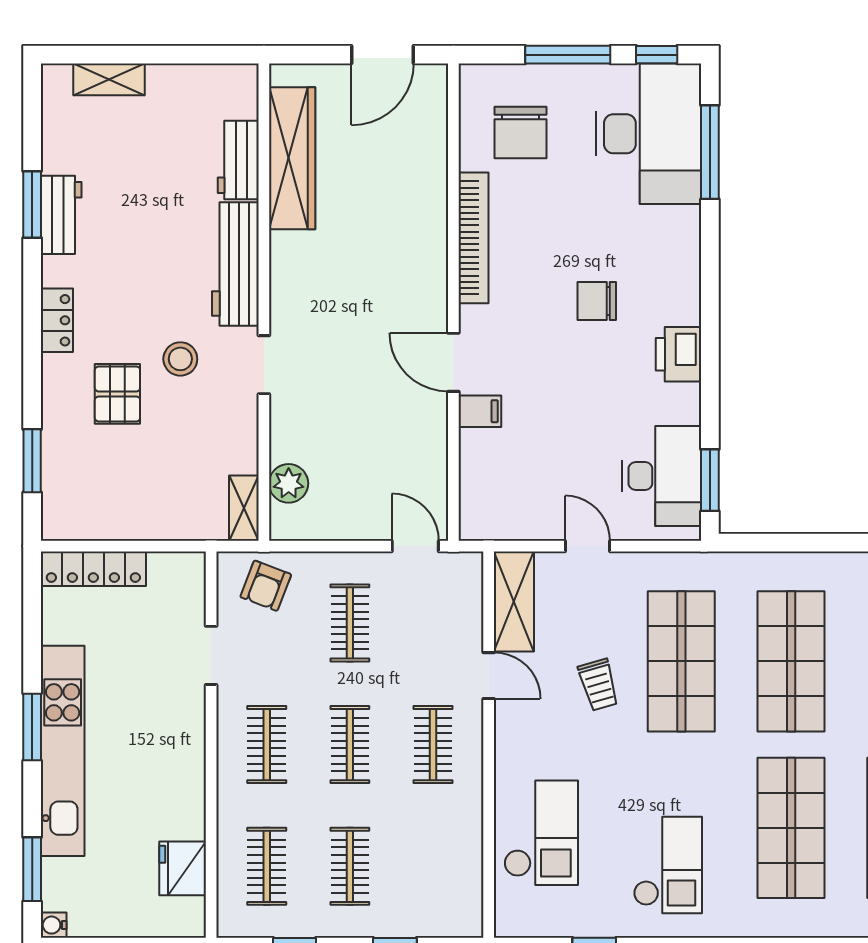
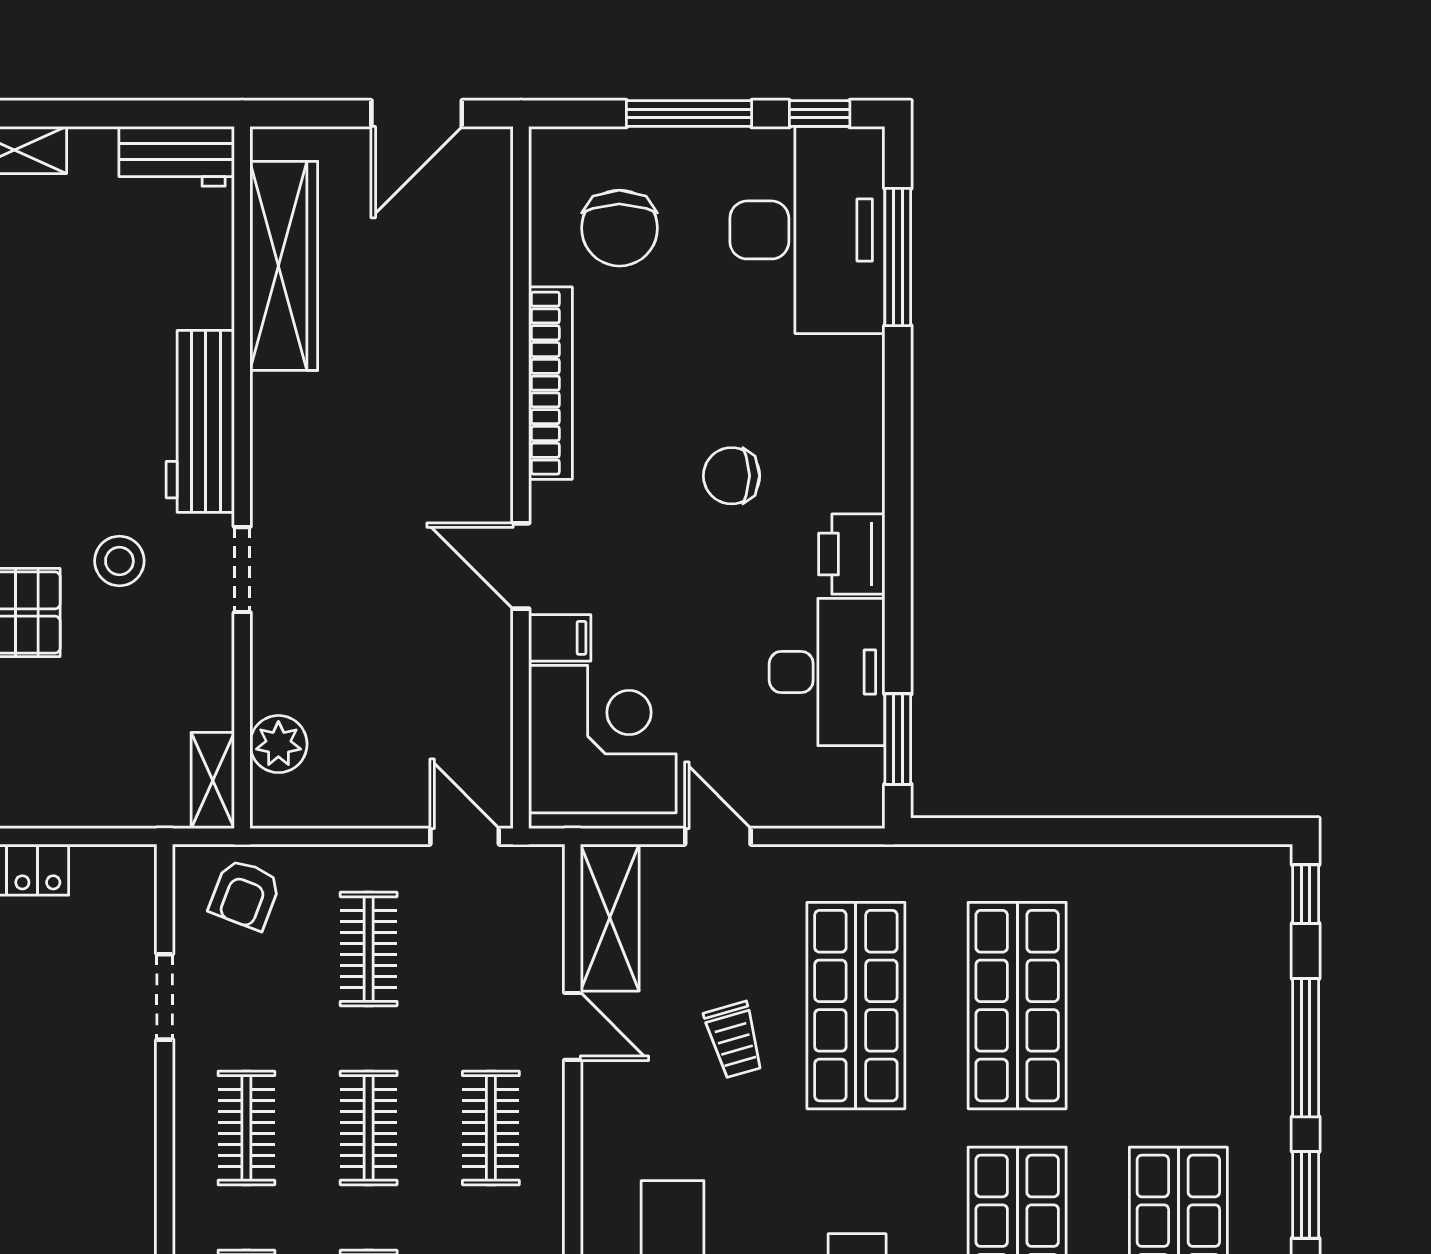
workbench: (238, 160) -> (177, 156), moved, turned -90
desk: (662, 476) -> (827, 672), moved
corner desk: (509, 480) -> (602, 739), added

